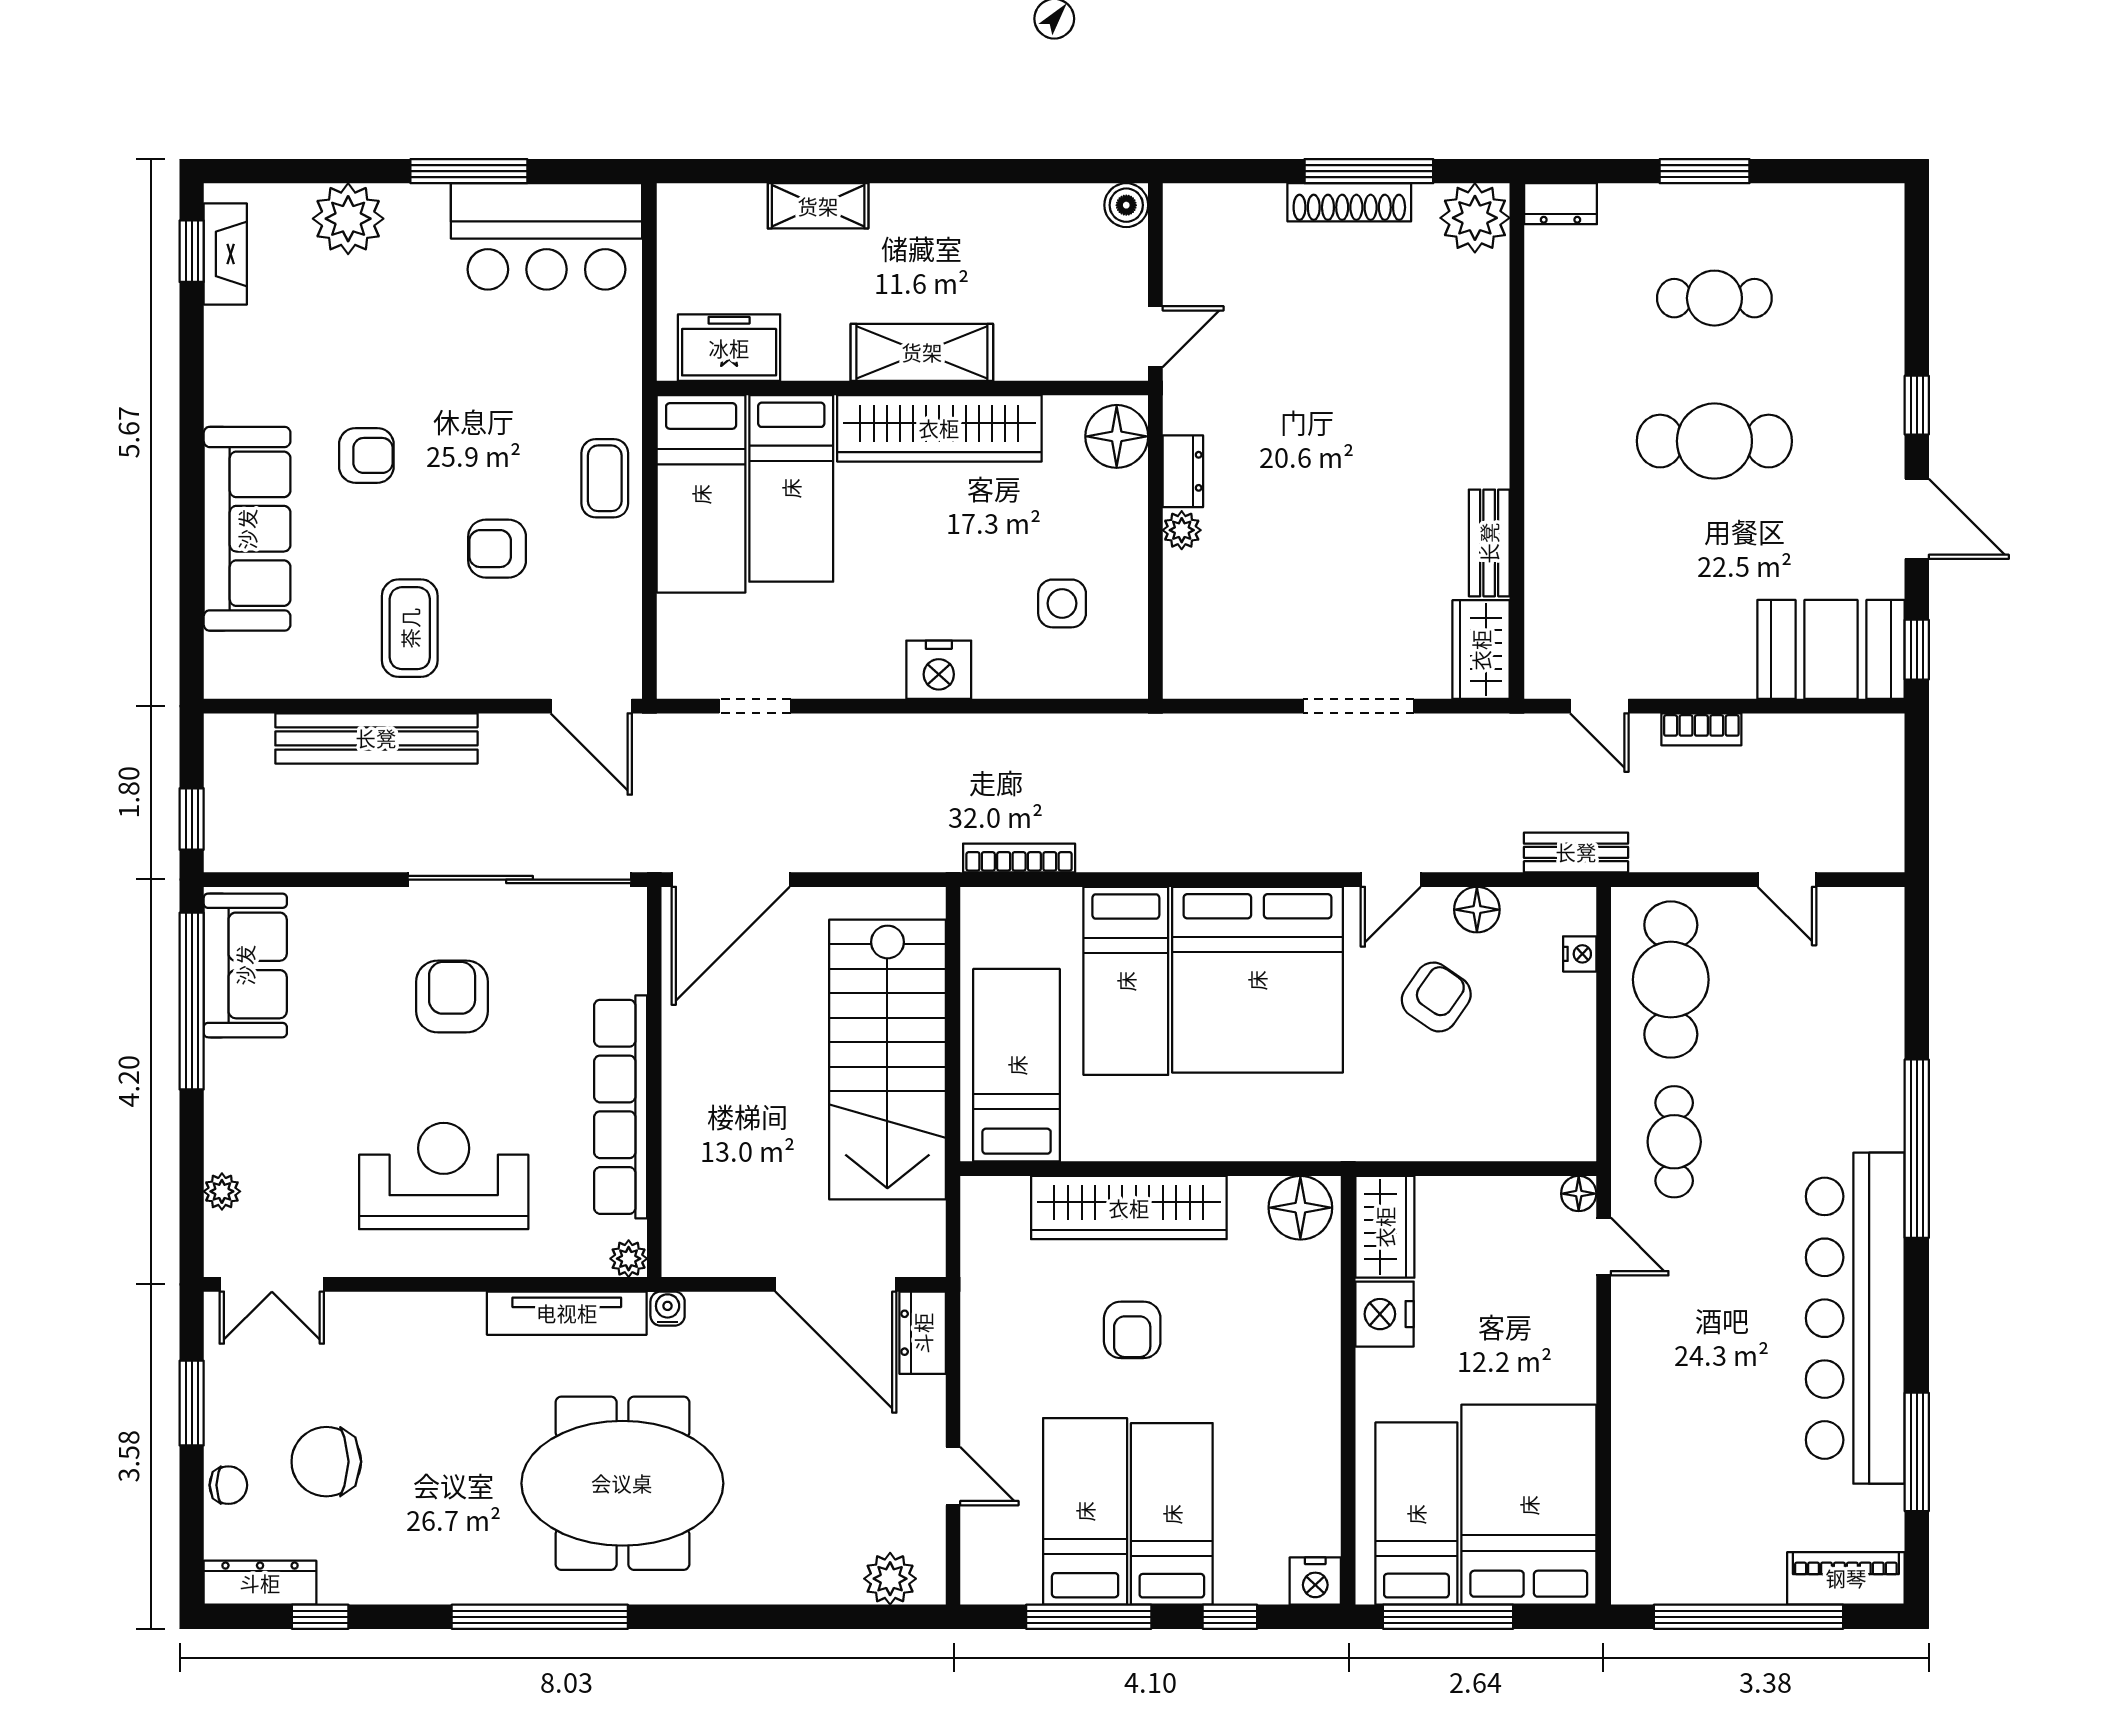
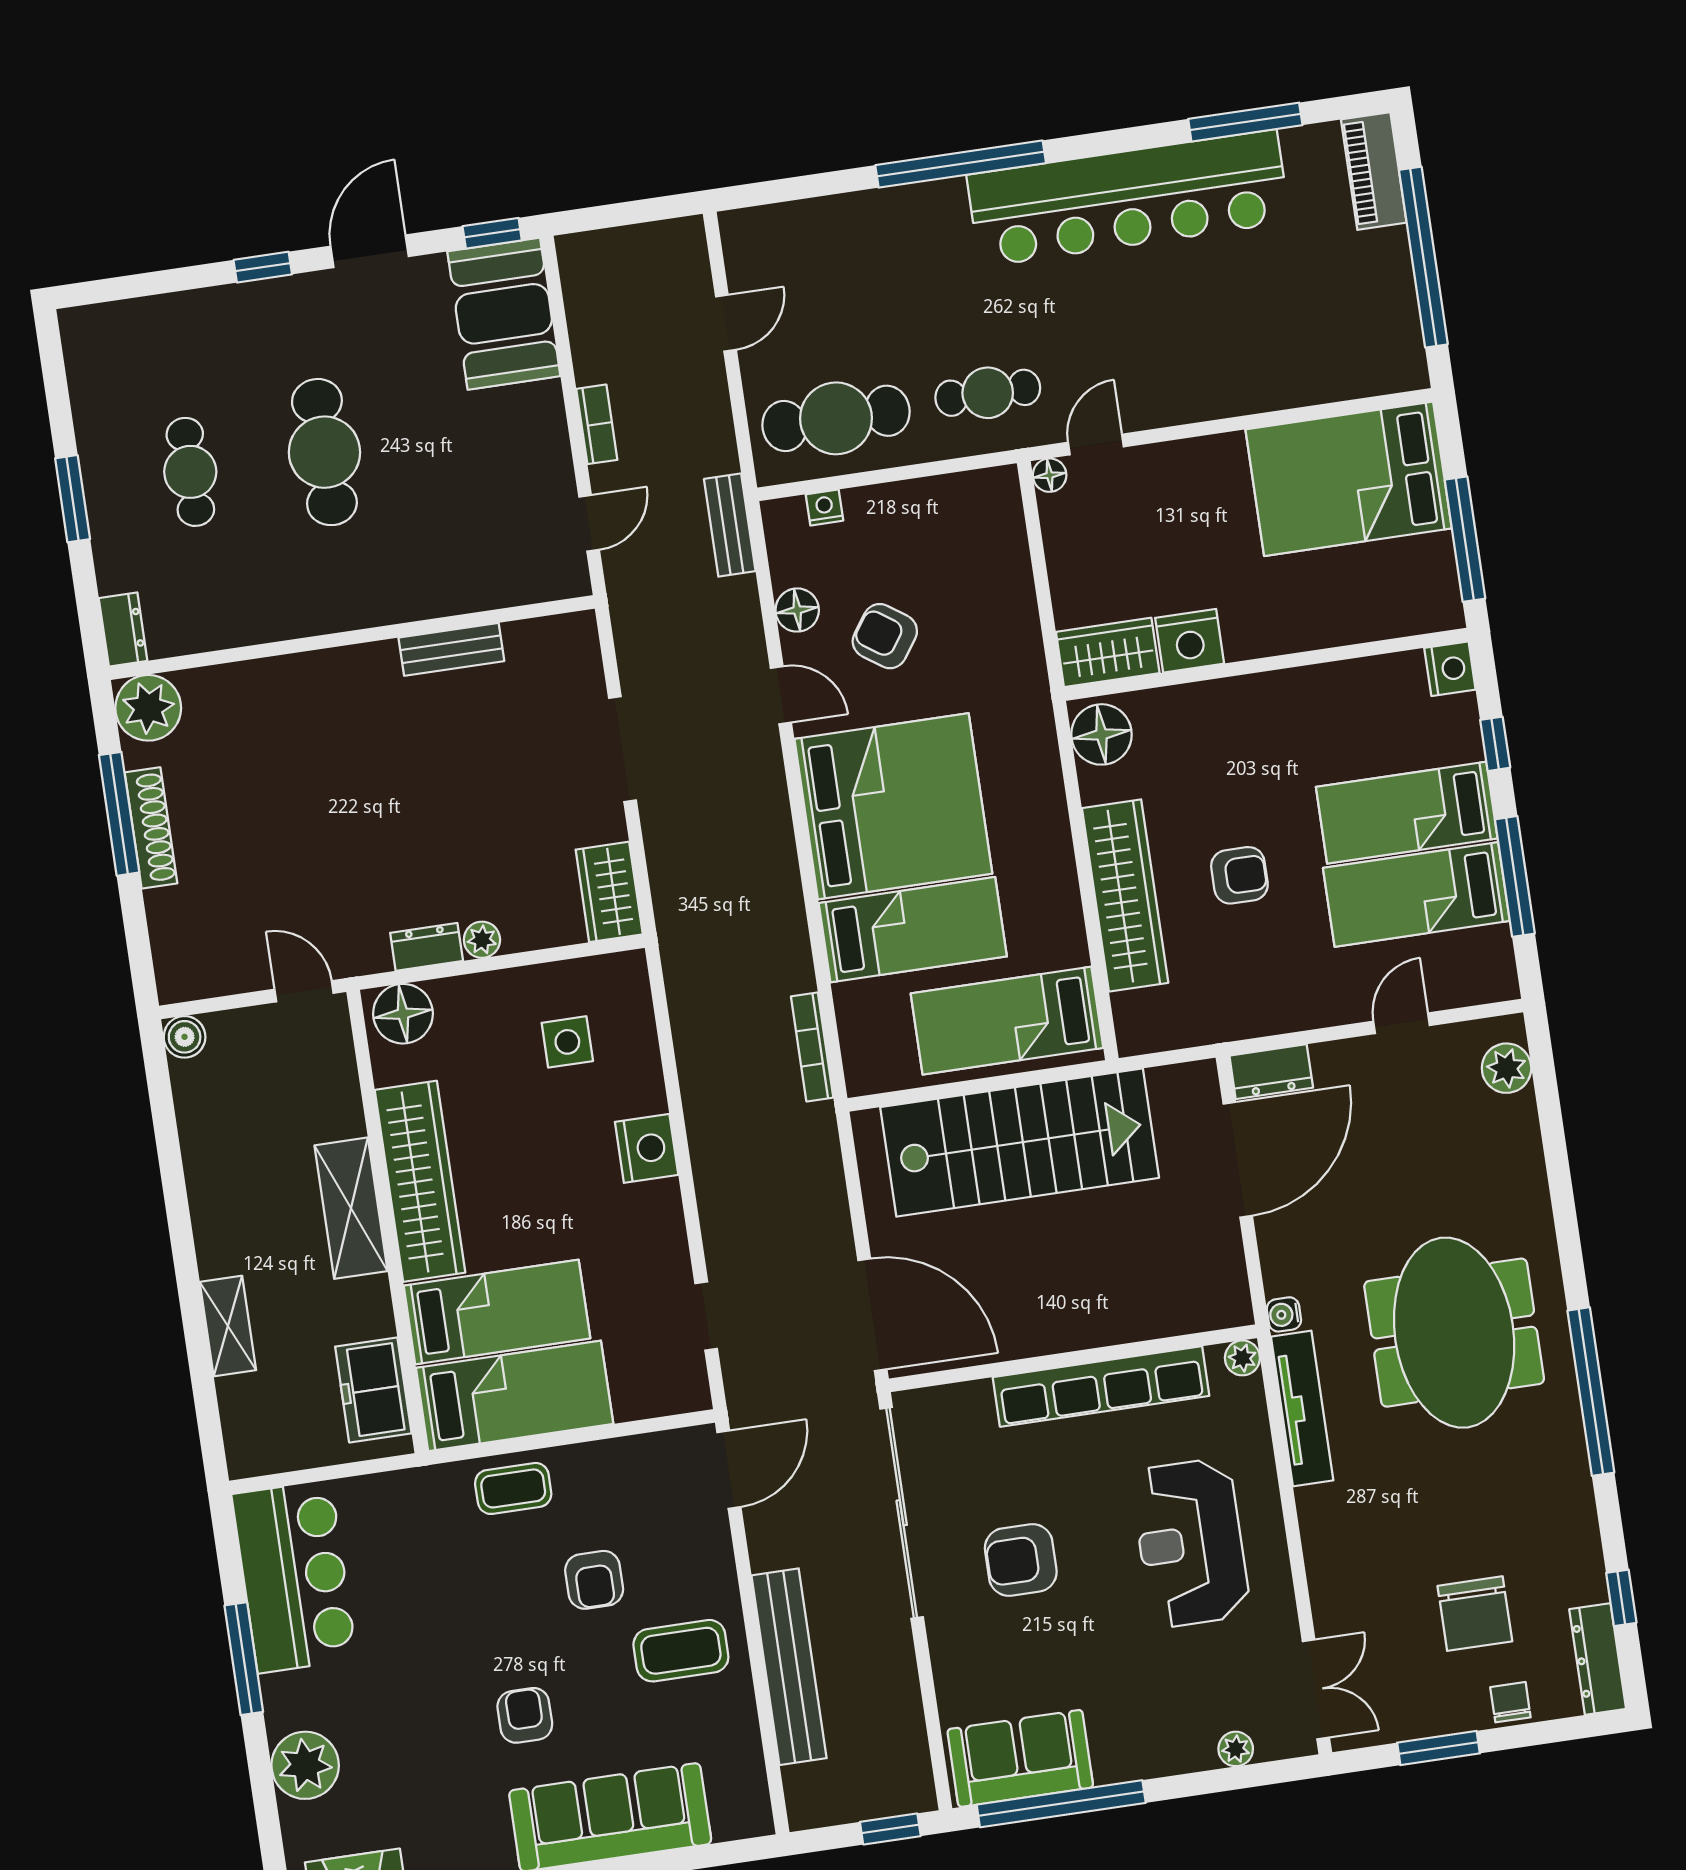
wardrobe: (1481, 650) -> (609, 892), moved, turned 90
bed: (1416, 1514) -> (1372, 583), removed

